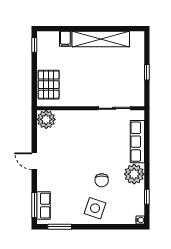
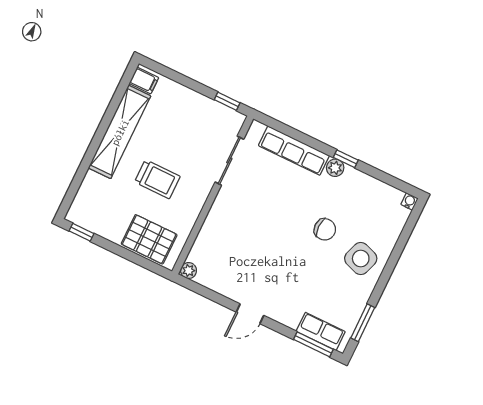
filing cabinet: (65, 39) -> (144, 80), moved
window: (147, 72) -> (227, 101), moved
trolley: (84, 73) -> (157, 179), added
plant: (46, 119) -> (189, 271), width x0.53, depth x0.53
plant: (134, 174) -> (335, 168), width x0.53, depth x0.53
window: (147, 197) -> (346, 159), moved

